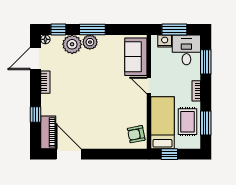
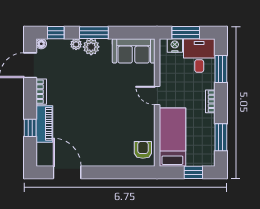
plant: (72, 44) -> (76, 44), width x0.53, depth x0.53
sofa: (136, 57) -> (134, 51), moved, turned -90
rug: (188, 122) -> (200, 136), removed
piano: (48, 132) -> (44, 124), moved
armchair: (136, 134) -> (143, 150), turned 101
window: (169, 154) -> (193, 172), moved

